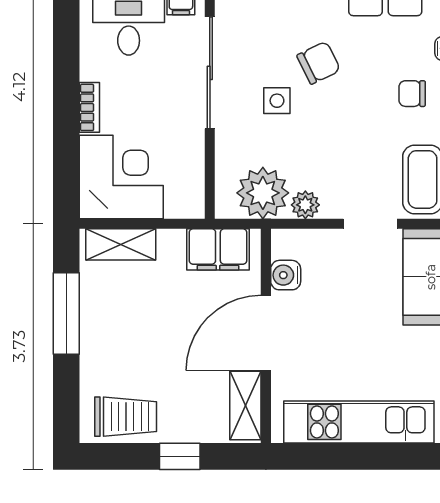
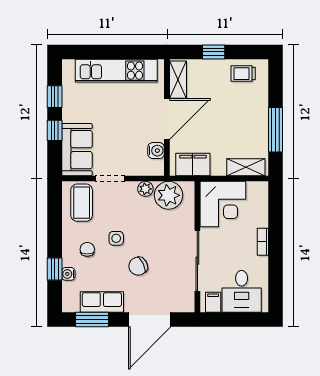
chair: (412, 94) -> (87, 249), turned -90
side table: (277, 101) -> (116, 238), moved
corner desk: (121, 177) -> (223, 204), moved, turned -90
trolley: (126, 417) -> (243, 74), width x0.73, depth x0.72

